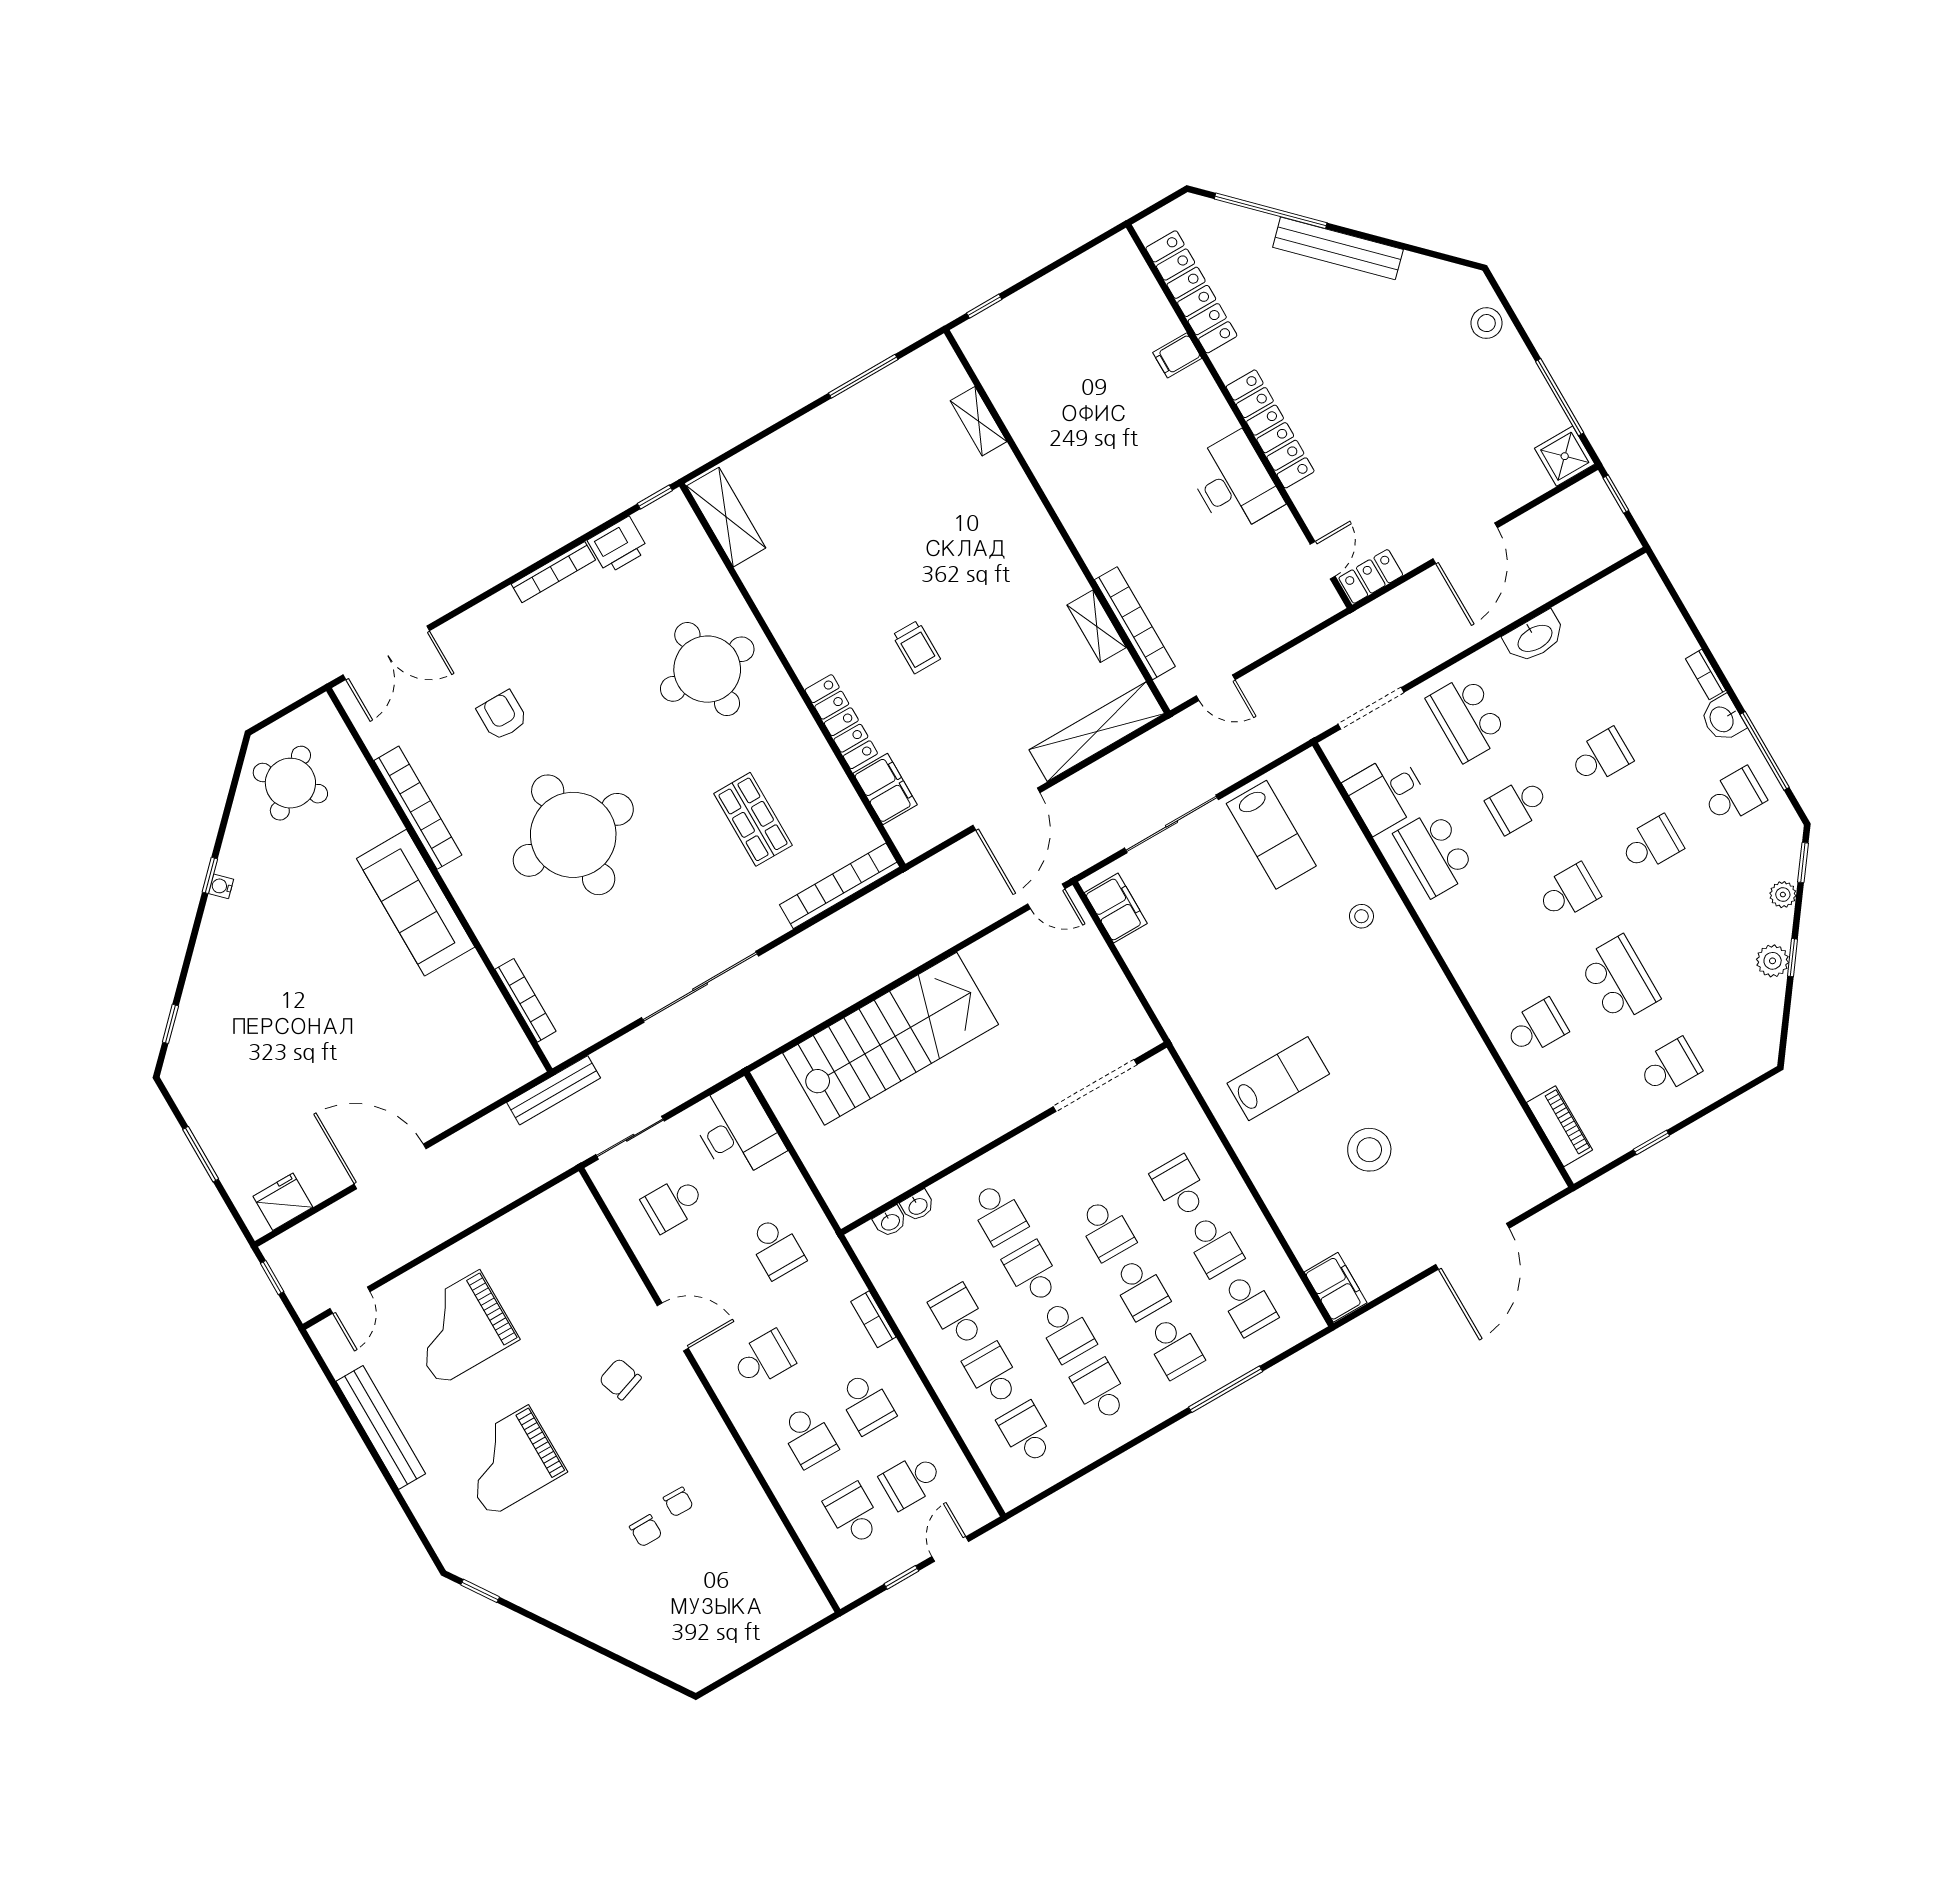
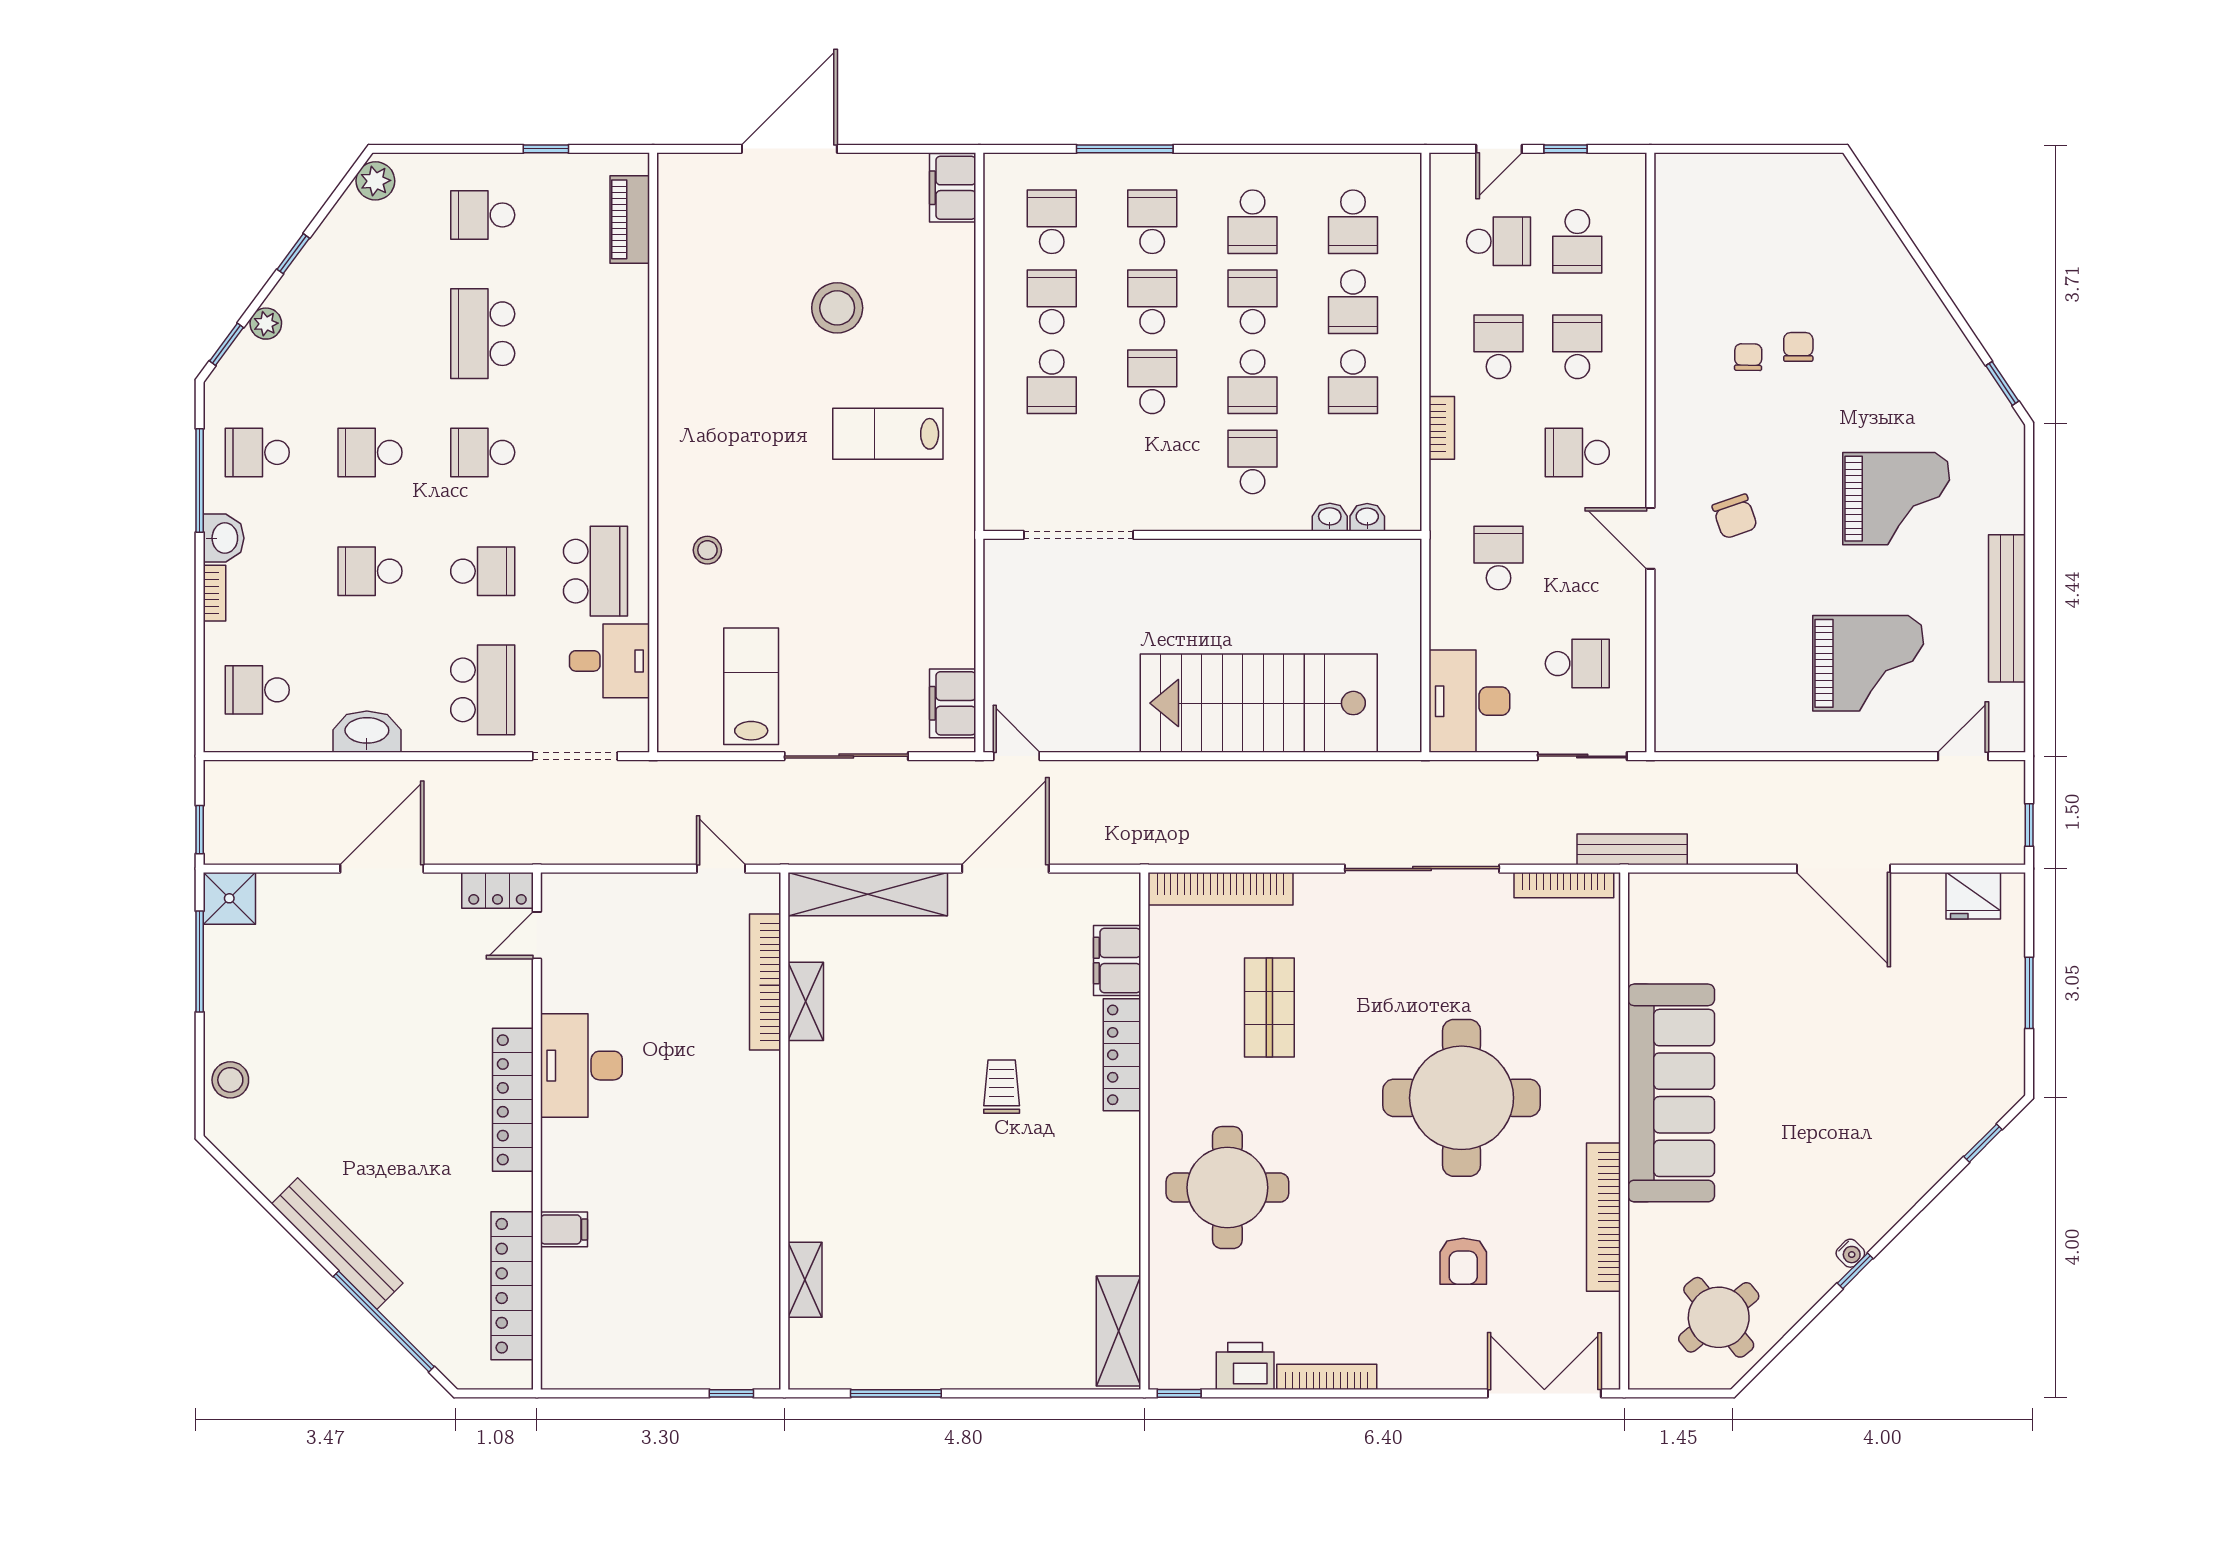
sofa: (416, 903) -> (1671, 1093), width x1.36, depth x1.27
plant: (1773, 961) -> (375, 181), moved
bookcase: (526, 1000) -> (1564, 885), moved, turned -90
school desk: (1536, 1028) -> (257, 690), moved

